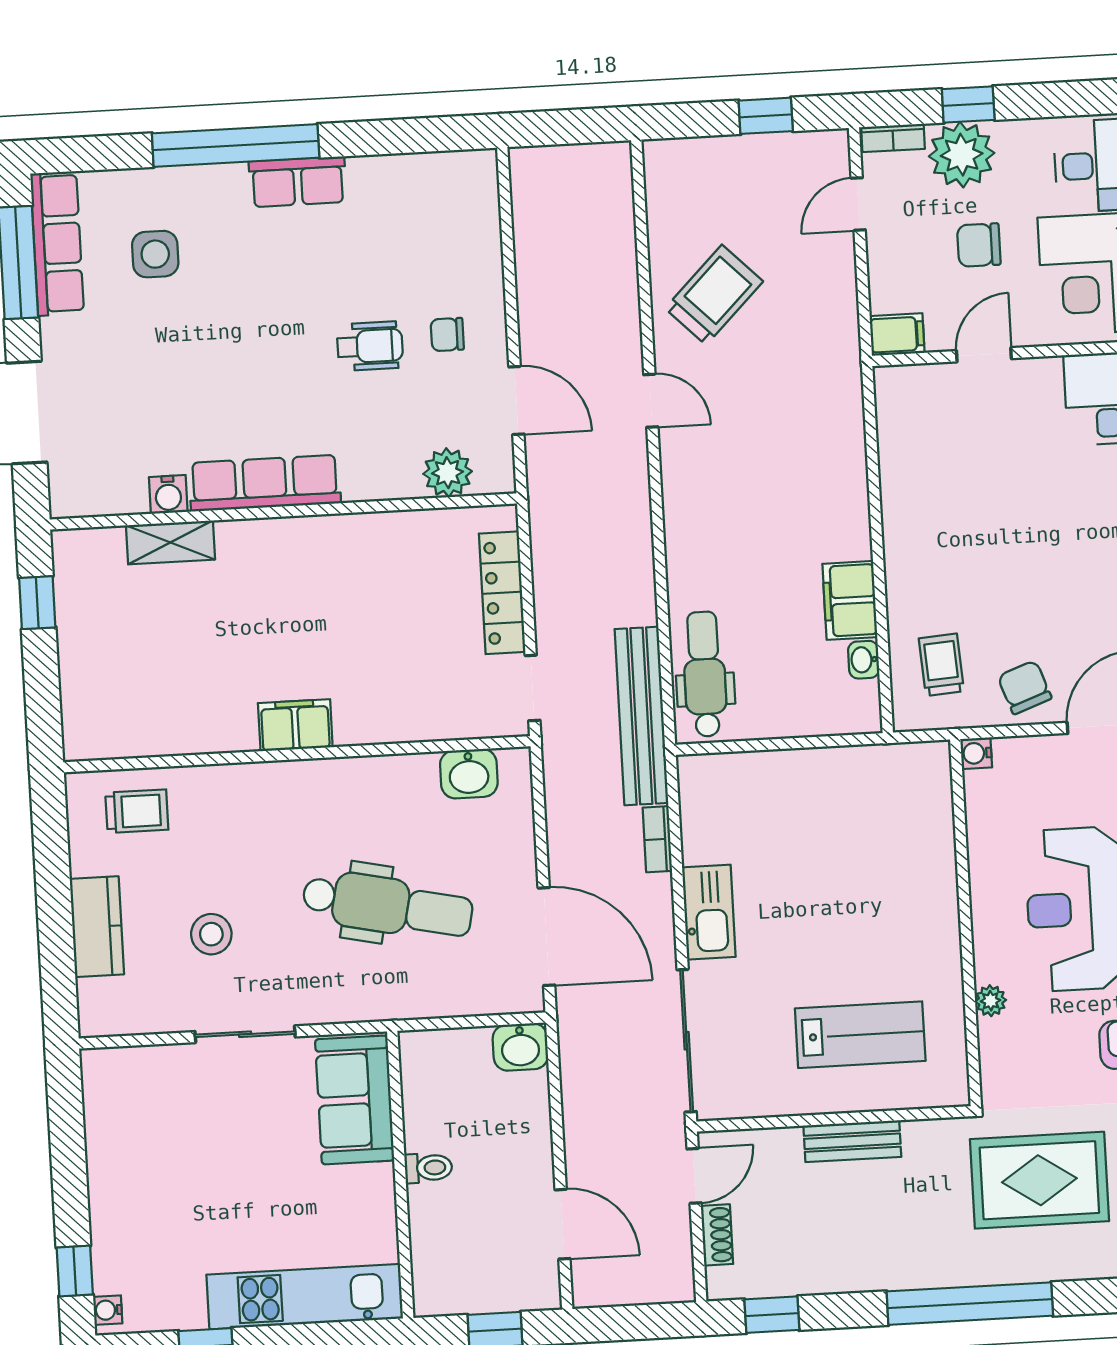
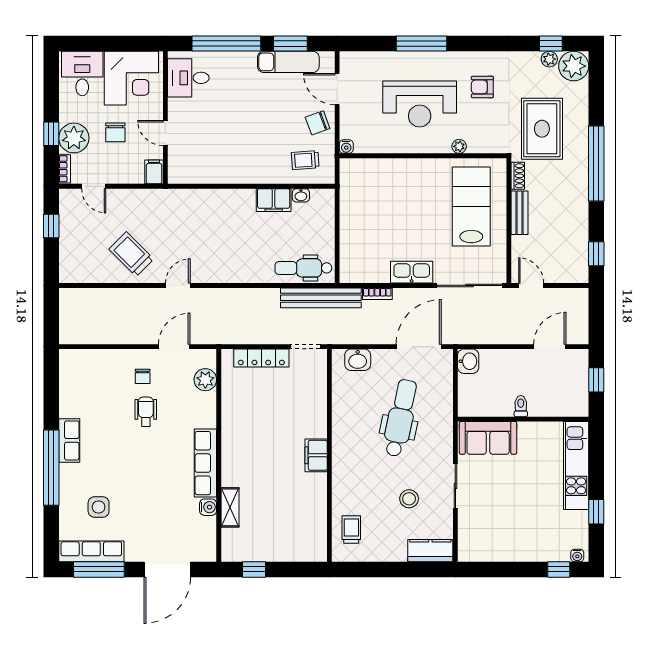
washbasin: (469, 774) -> (358, 360), moved, turned 90
kitchen counter: (97, 927) -> (430, 551), moved
lab bench: (860, 1035) -> (471, 206), width x1.36, depth x1.39
shoe rack: (717, 1235) -> (518, 176), moved, turned 90

